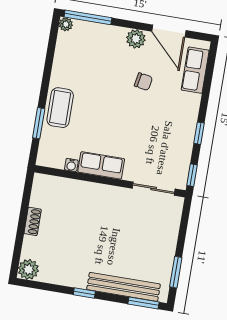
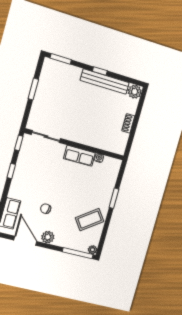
coffee table: (60, 108) -> (90, 220), moved, turned 54
window: (39, 123) -> (114, 198), moved
window: (176, 272) -> (33, 89), moved
bench: (124, 287) -> (105, 81), moved

